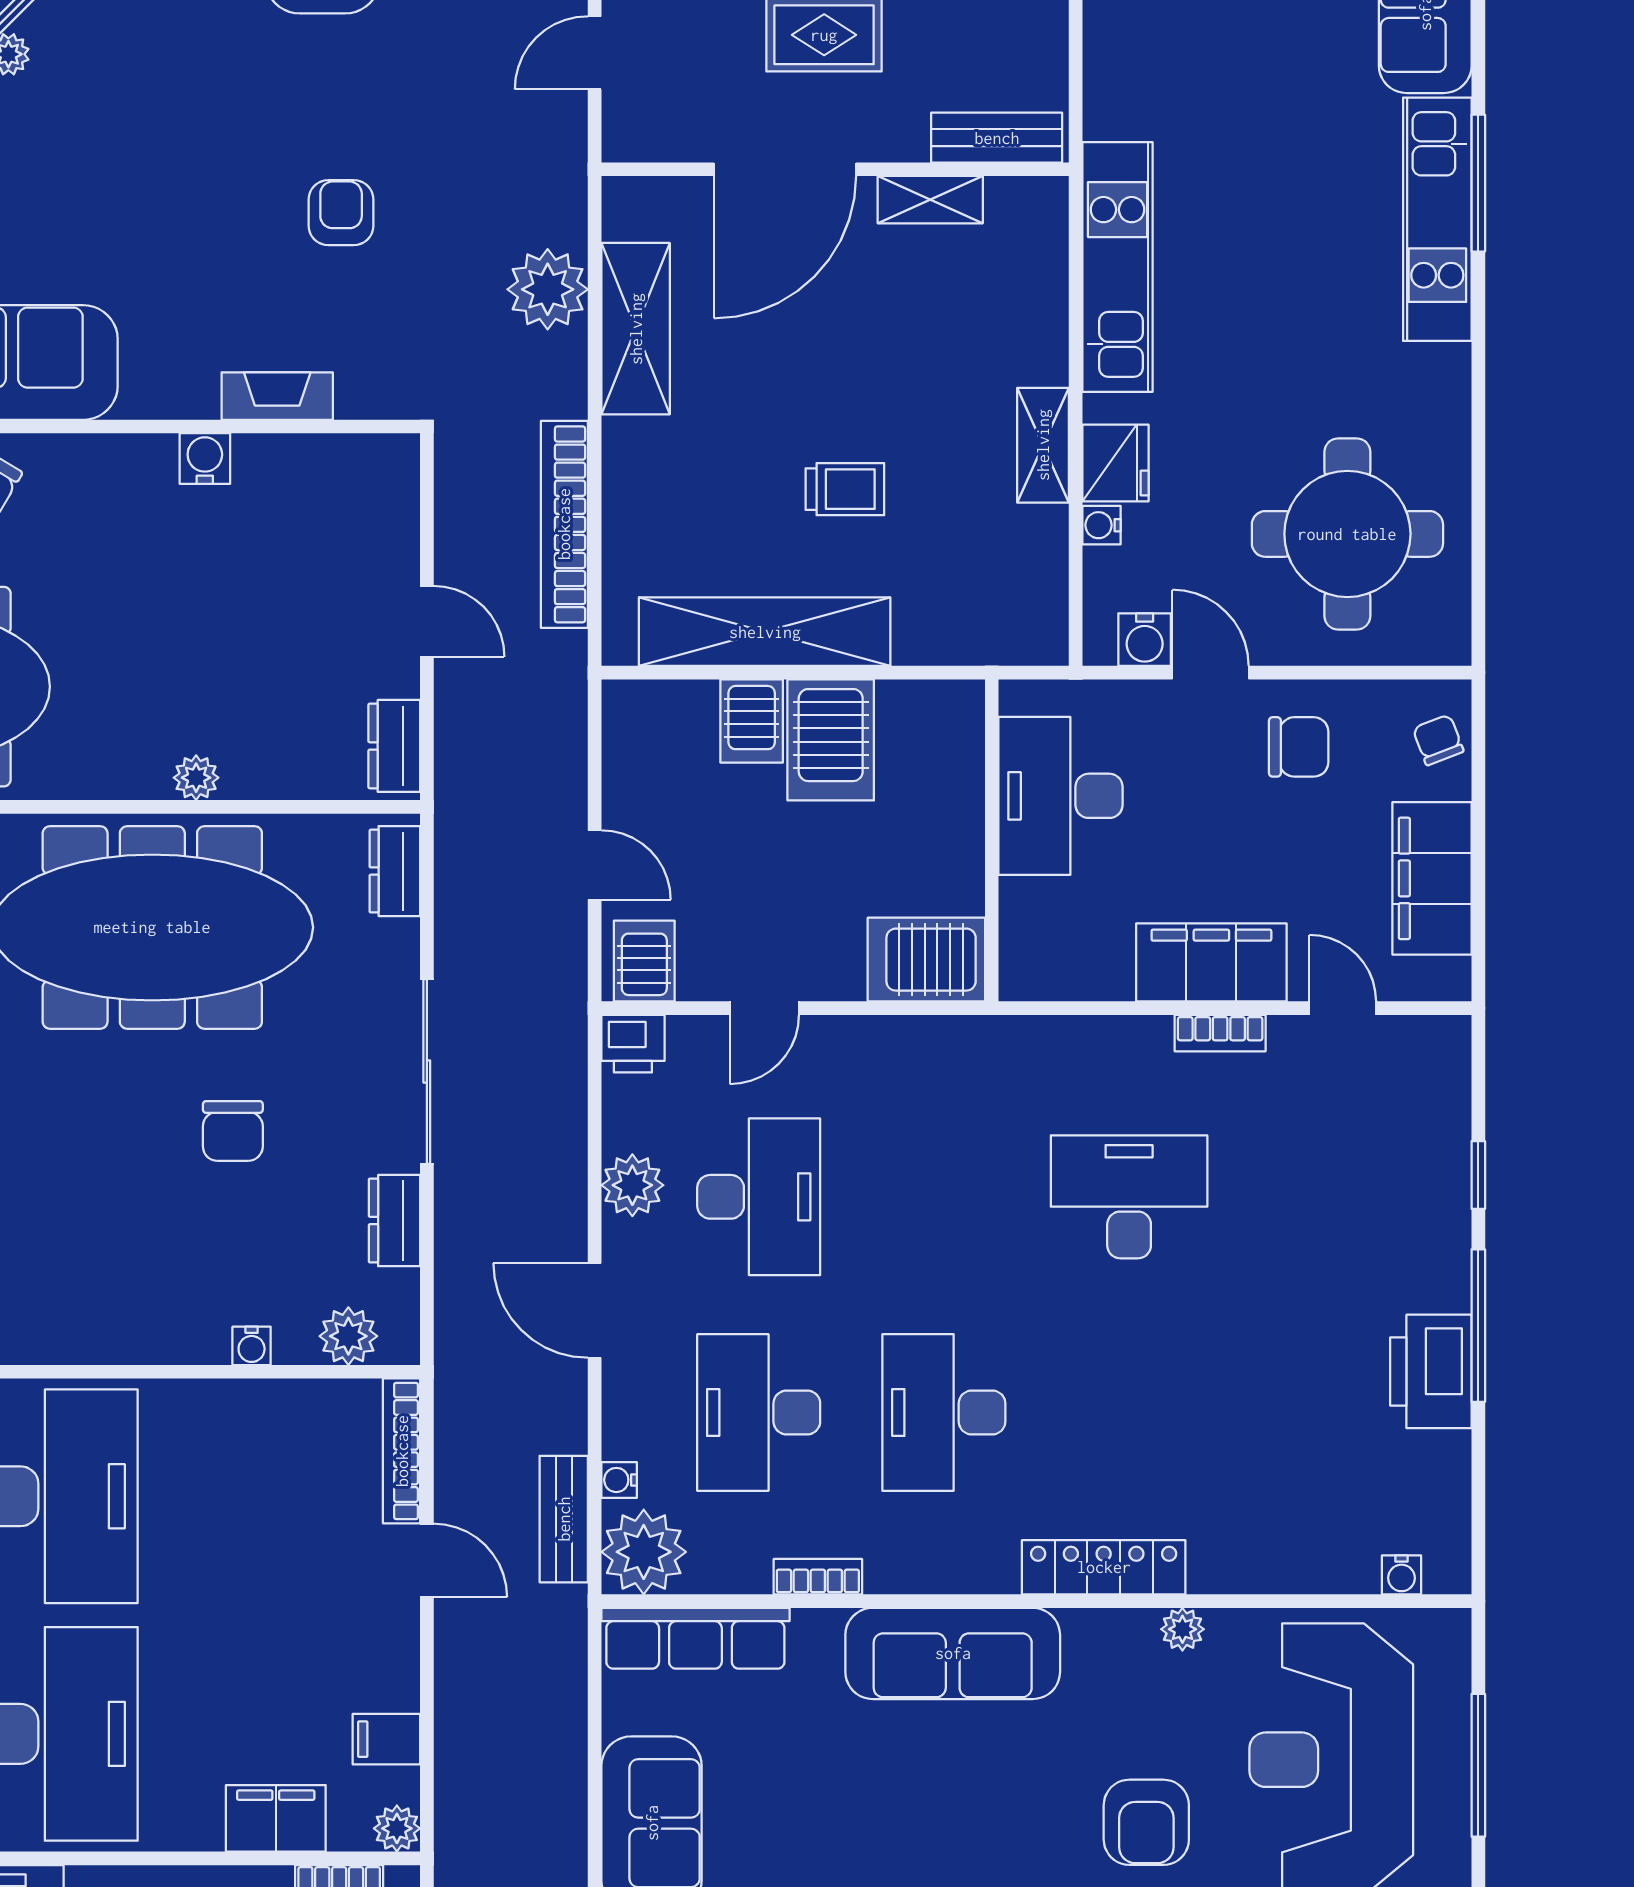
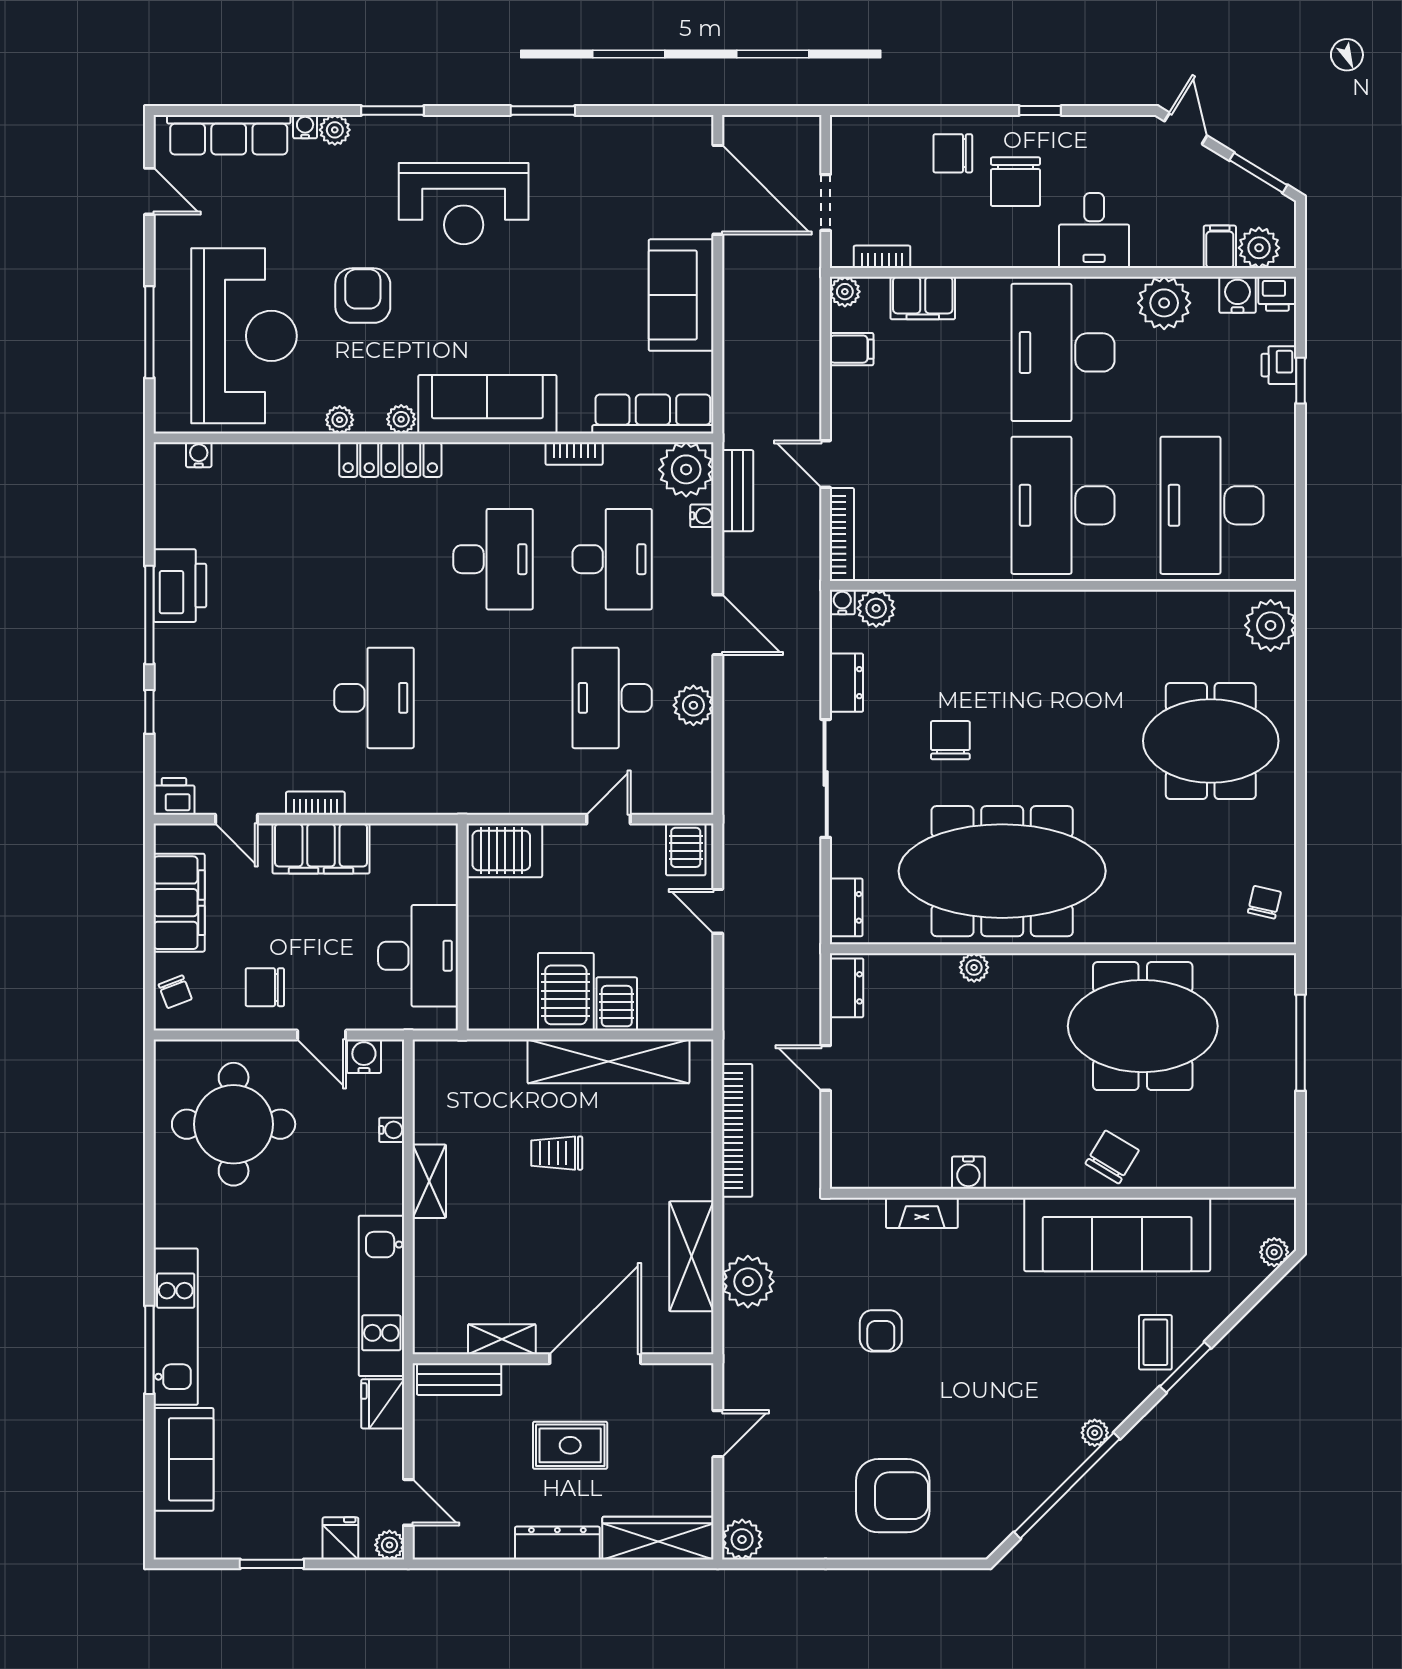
fridge: (1115, 463) -> (383, 1404), moved
printer: (633, 1044) -> (174, 796), moved
desk: (1129, 1197) -> (374, 698), turned -90
water cooler: (252, 1346) -> (842, 602), moved
plant: (1087, 1630) -> (401, 419), added

